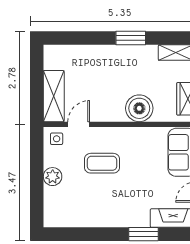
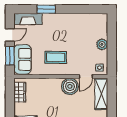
boiler: (139, 108) -> (70, 86), moved
coffee table: (102, 163) -> (56, 57), moved

